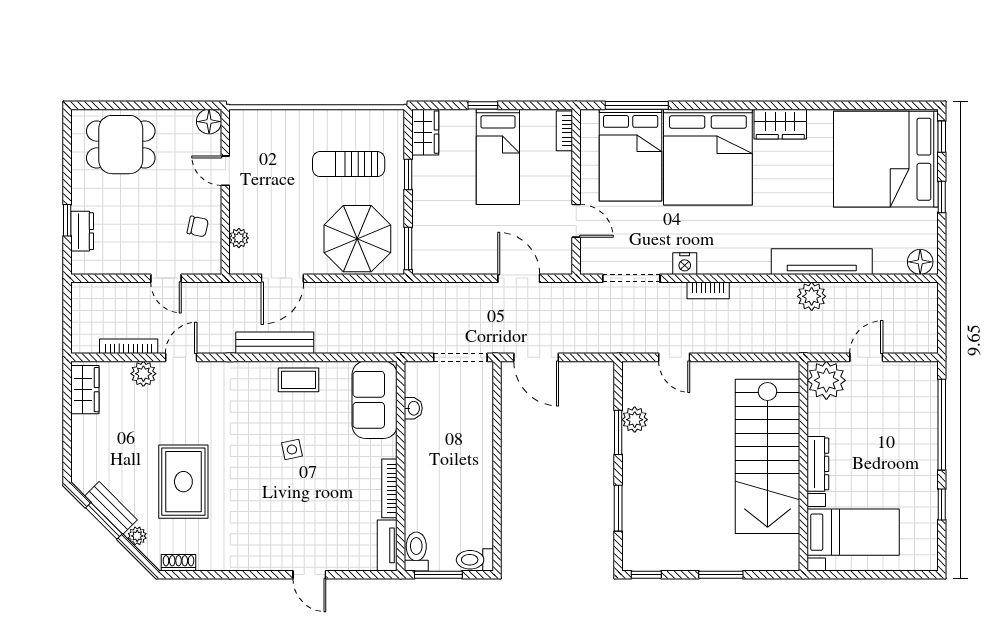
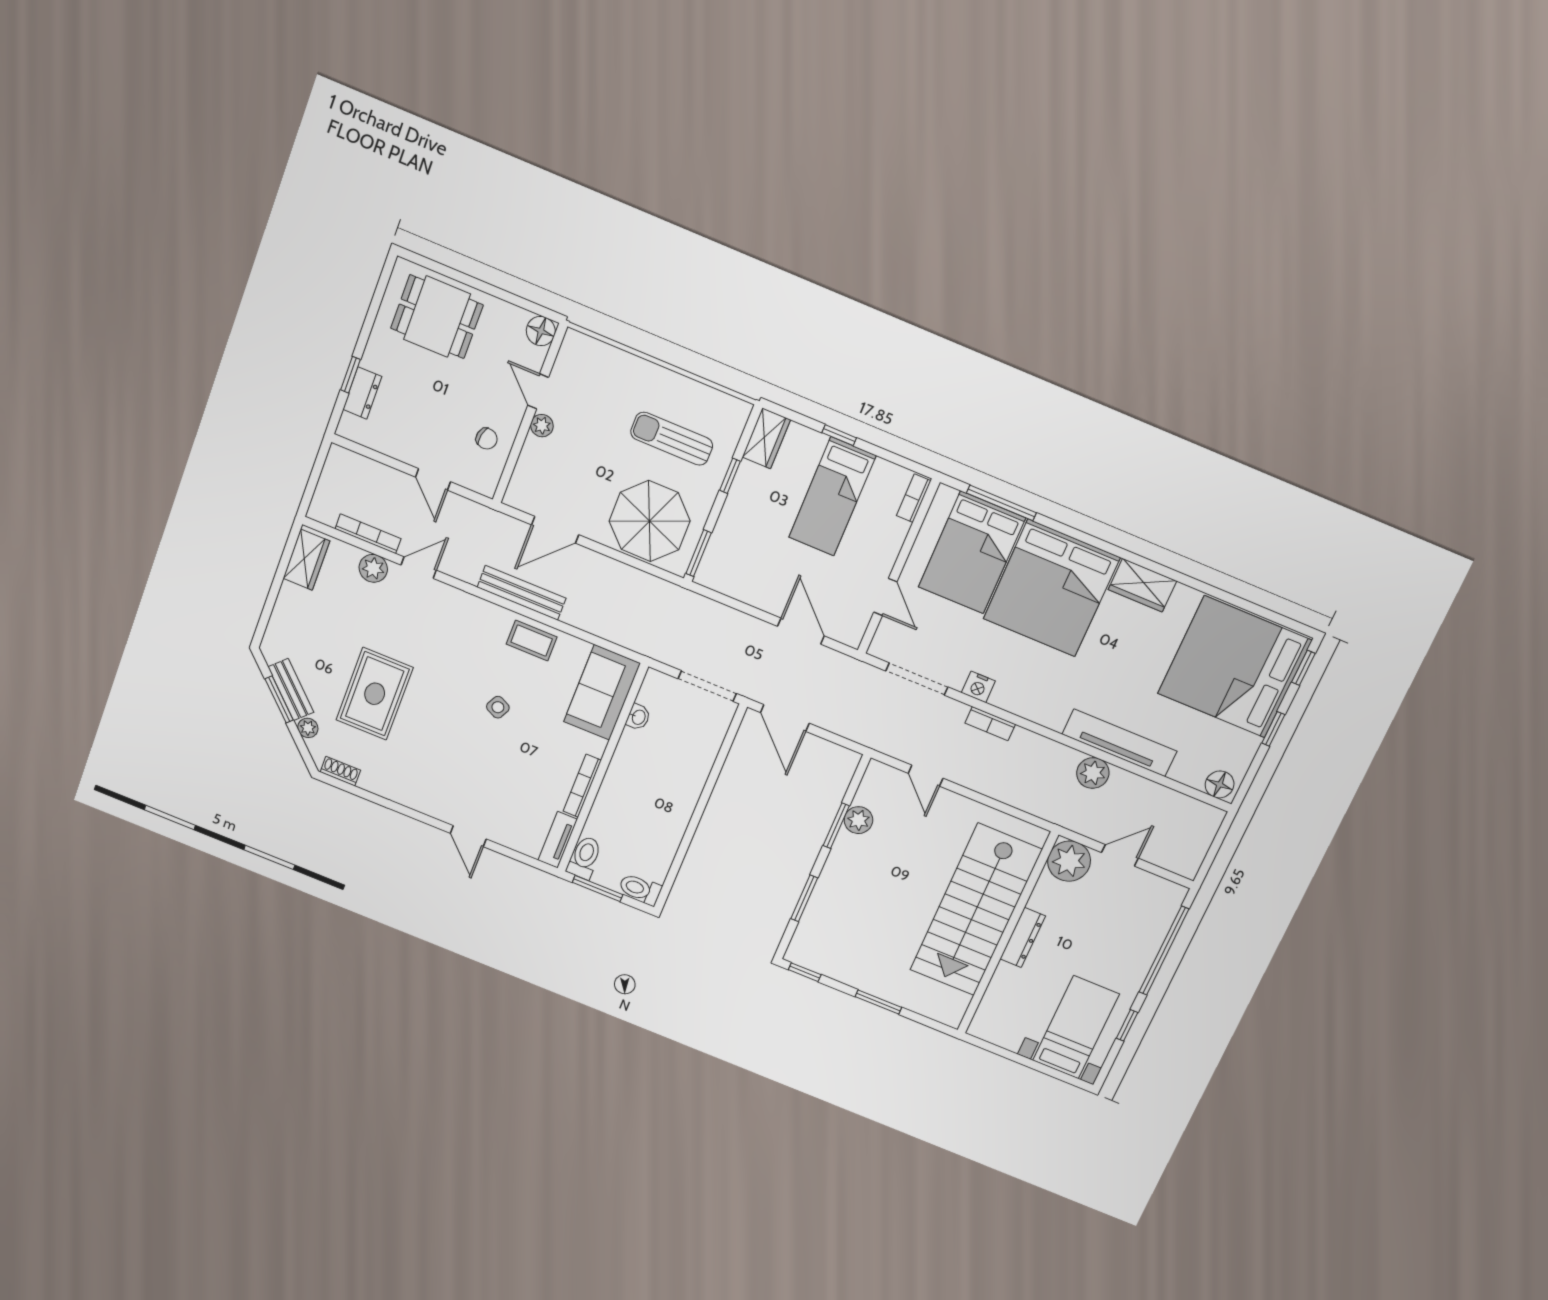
plant: (239, 238) -> (542, 426), moved
side table: (292, 449) -> (498, 707), turned 38
bed with nightstands: (853, 532) -> (1076, 1027), moved, turned -90

